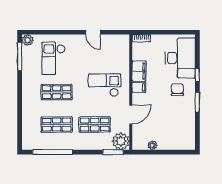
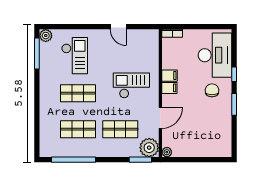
checkout: (54, 58) -> (75, 56), turned 180
filing cabinet: (139, 71) -> (169, 76), width x0.50
plant: (152, 145) -> (167, 152), moved

